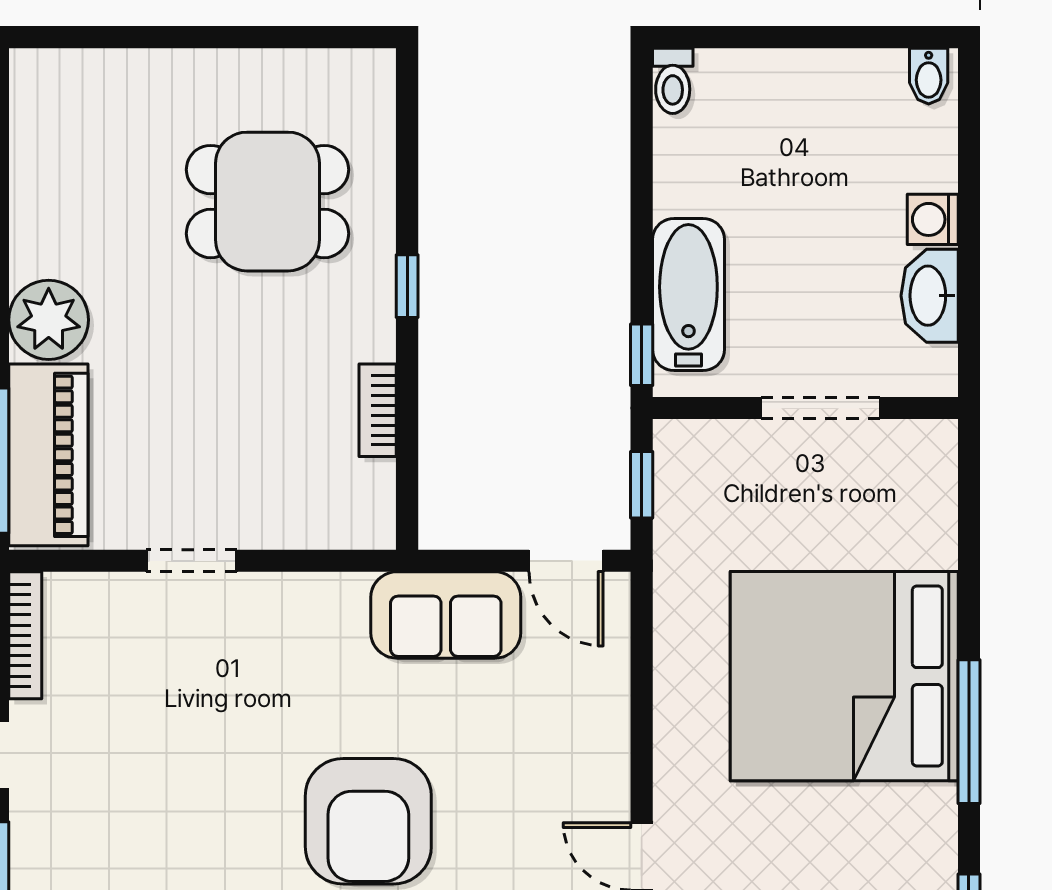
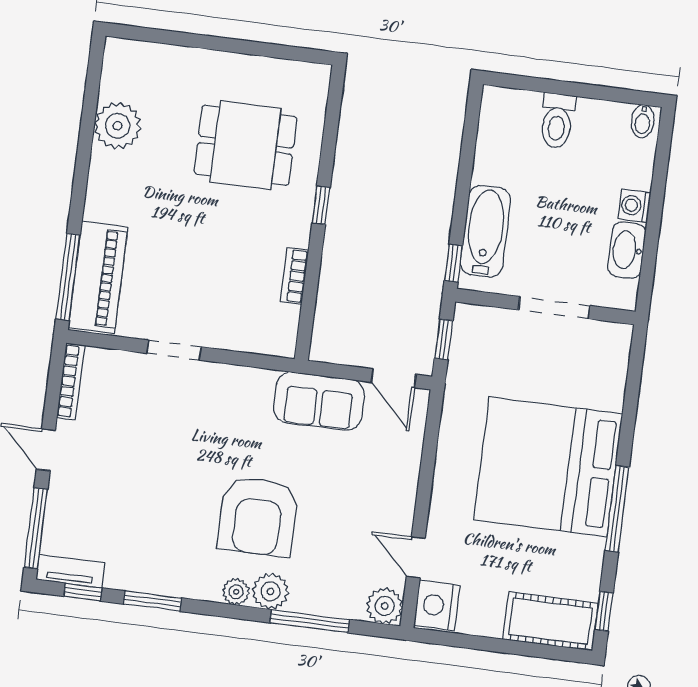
toilet: (673, 81) -> (557, 121), moved, width x1.37, depth x1.39
plant: (49, 320) -> (118, 126), moved

